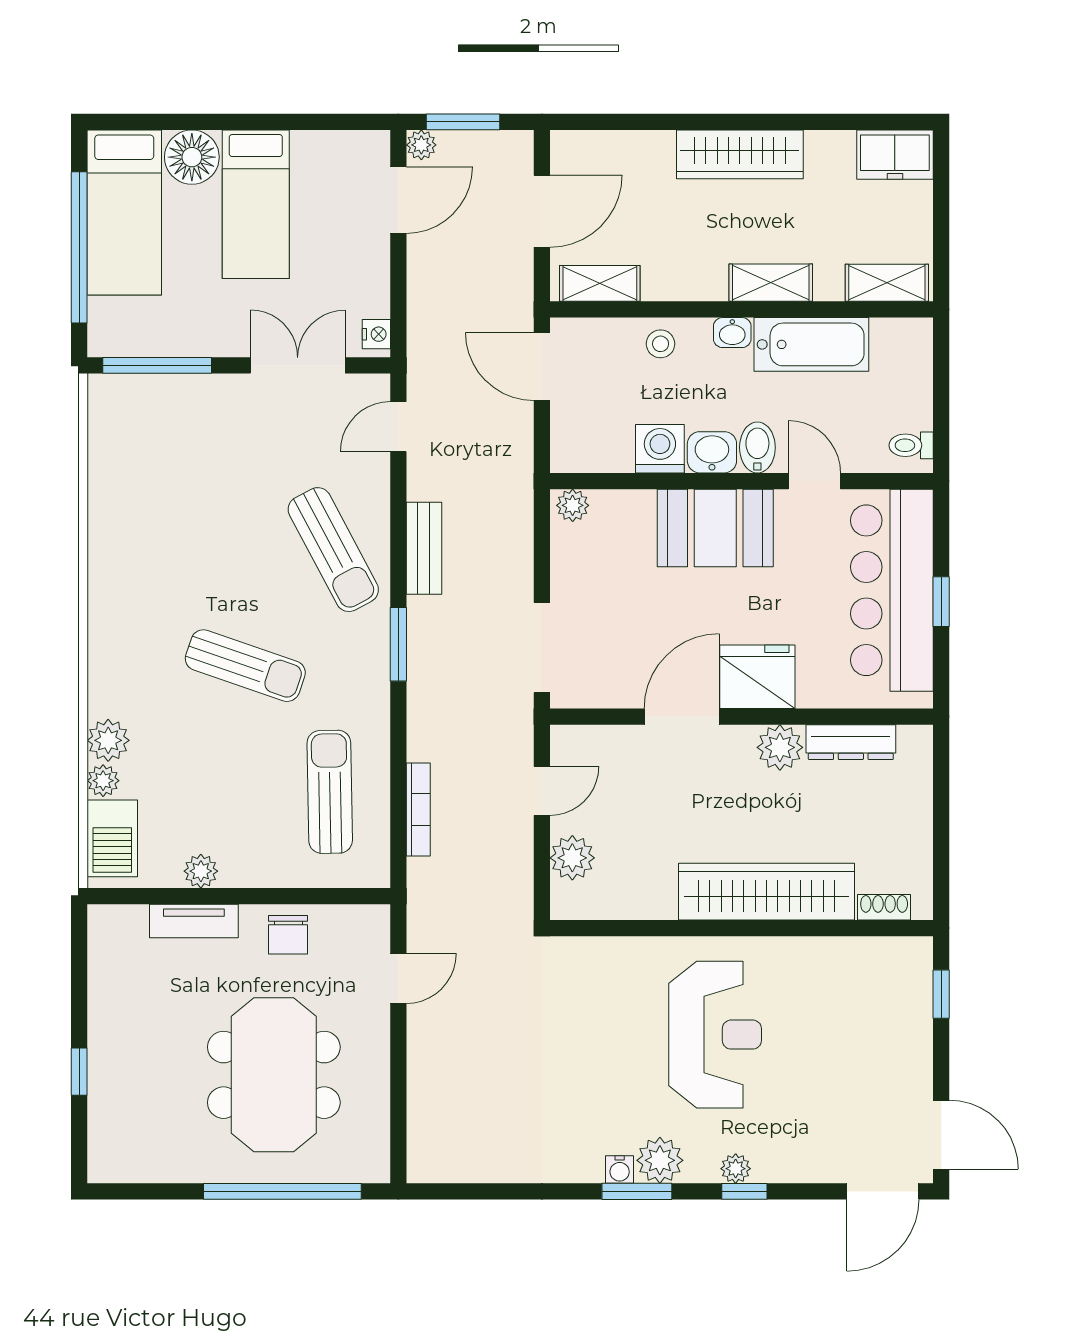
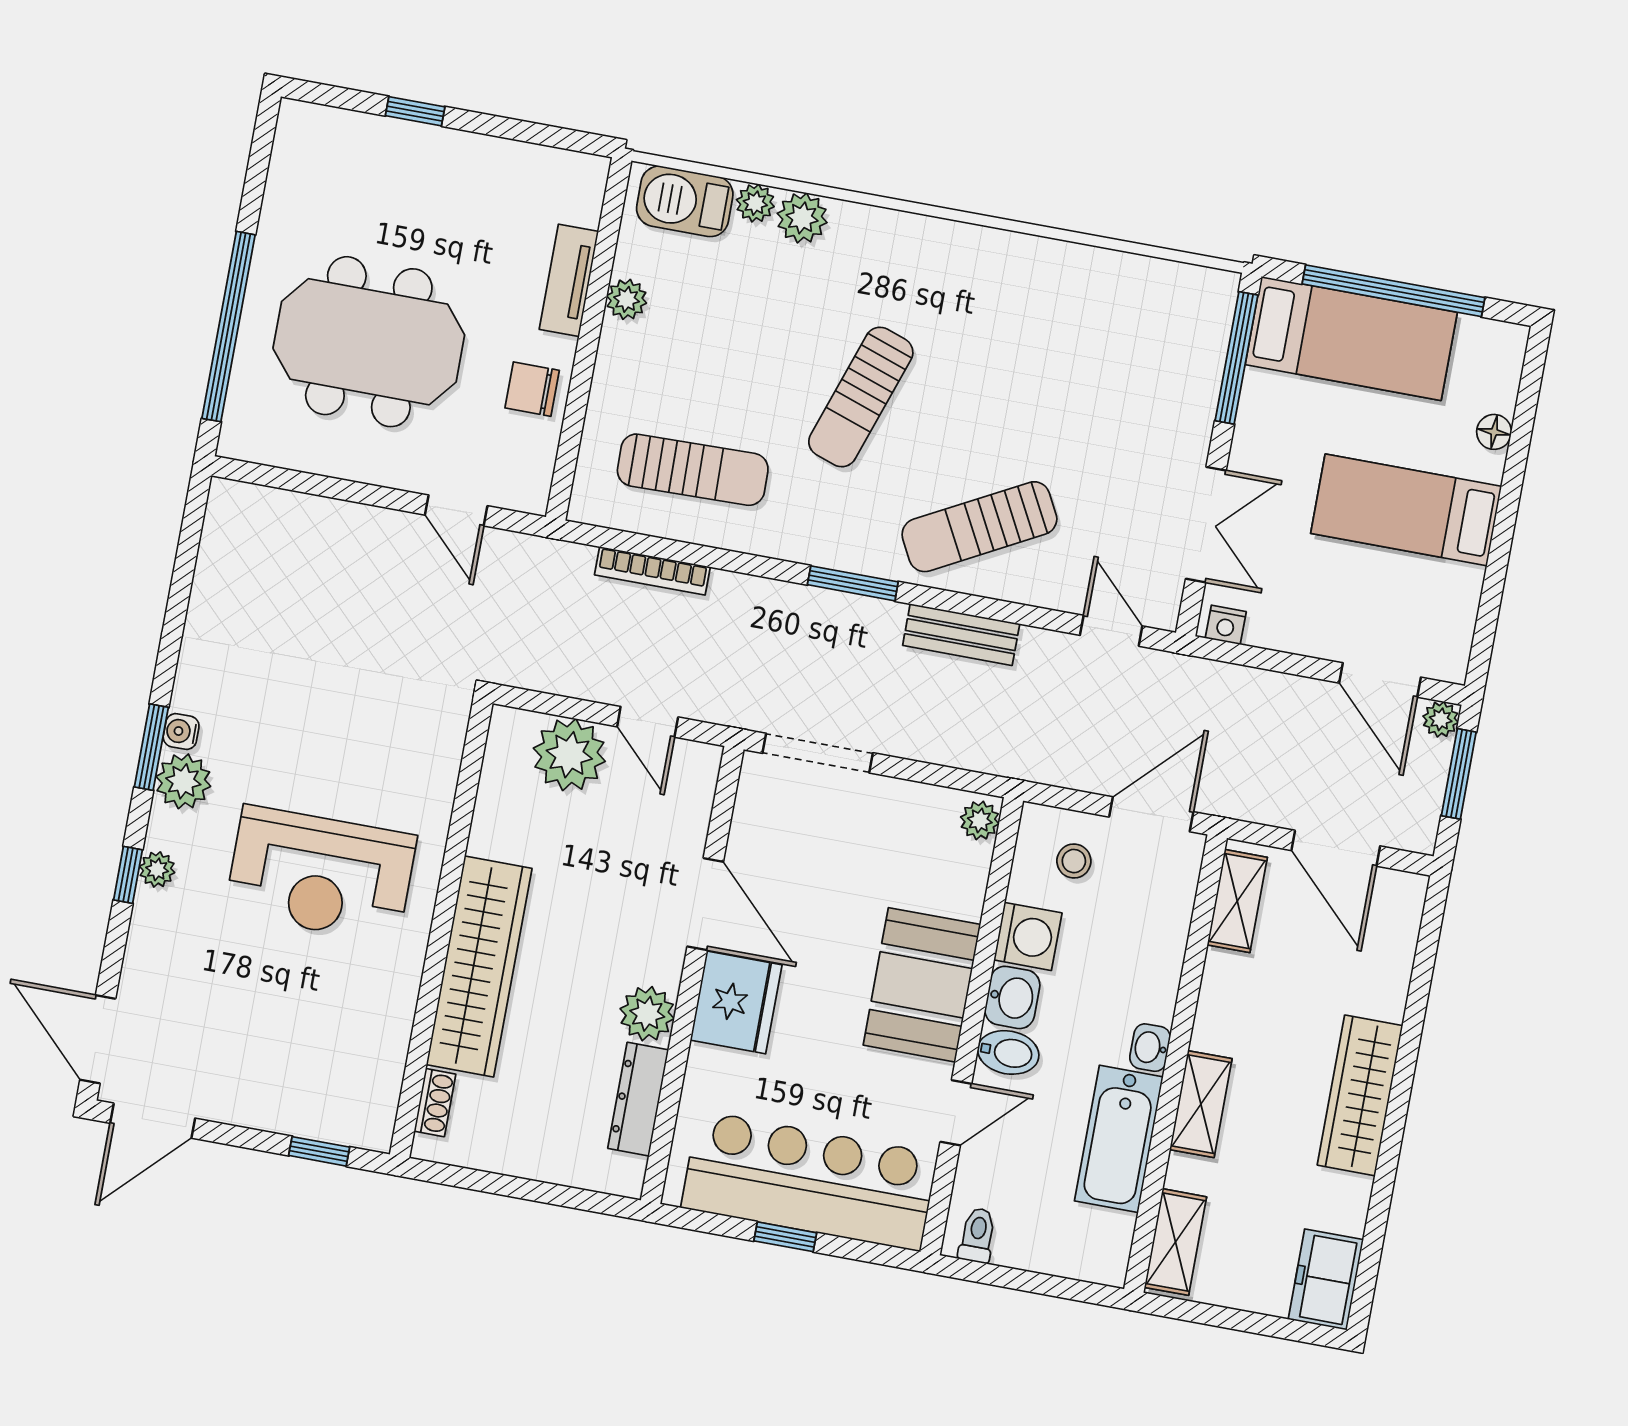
floor lamp: (192, 157) -> (1494, 432), width x0.53, depth x0.53
bed: (124, 213) -> (1351, 338), moved, turned 180
stool: (661, 344) -> (1074, 861), moved
plant: (572, 858) -> (569, 755), width x1.36, depth x1.36

